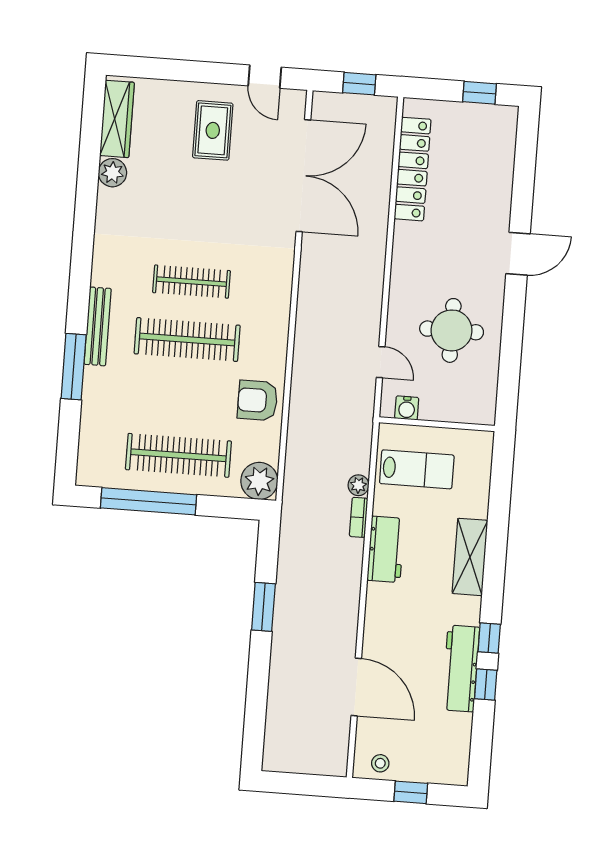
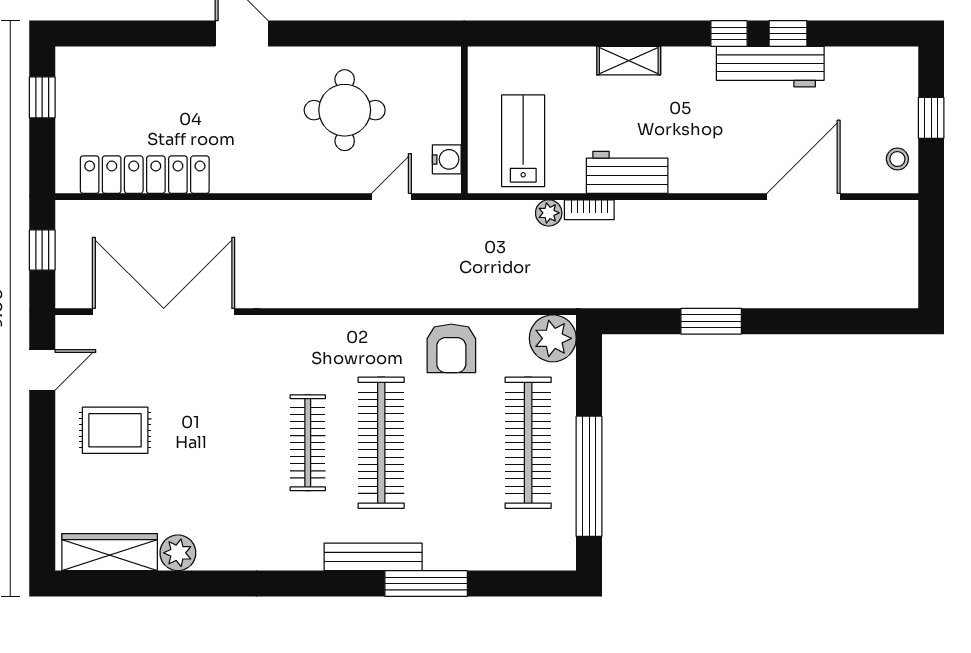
shelving: (470, 557) -> (629, 61), width x0.67, depth x0.75

